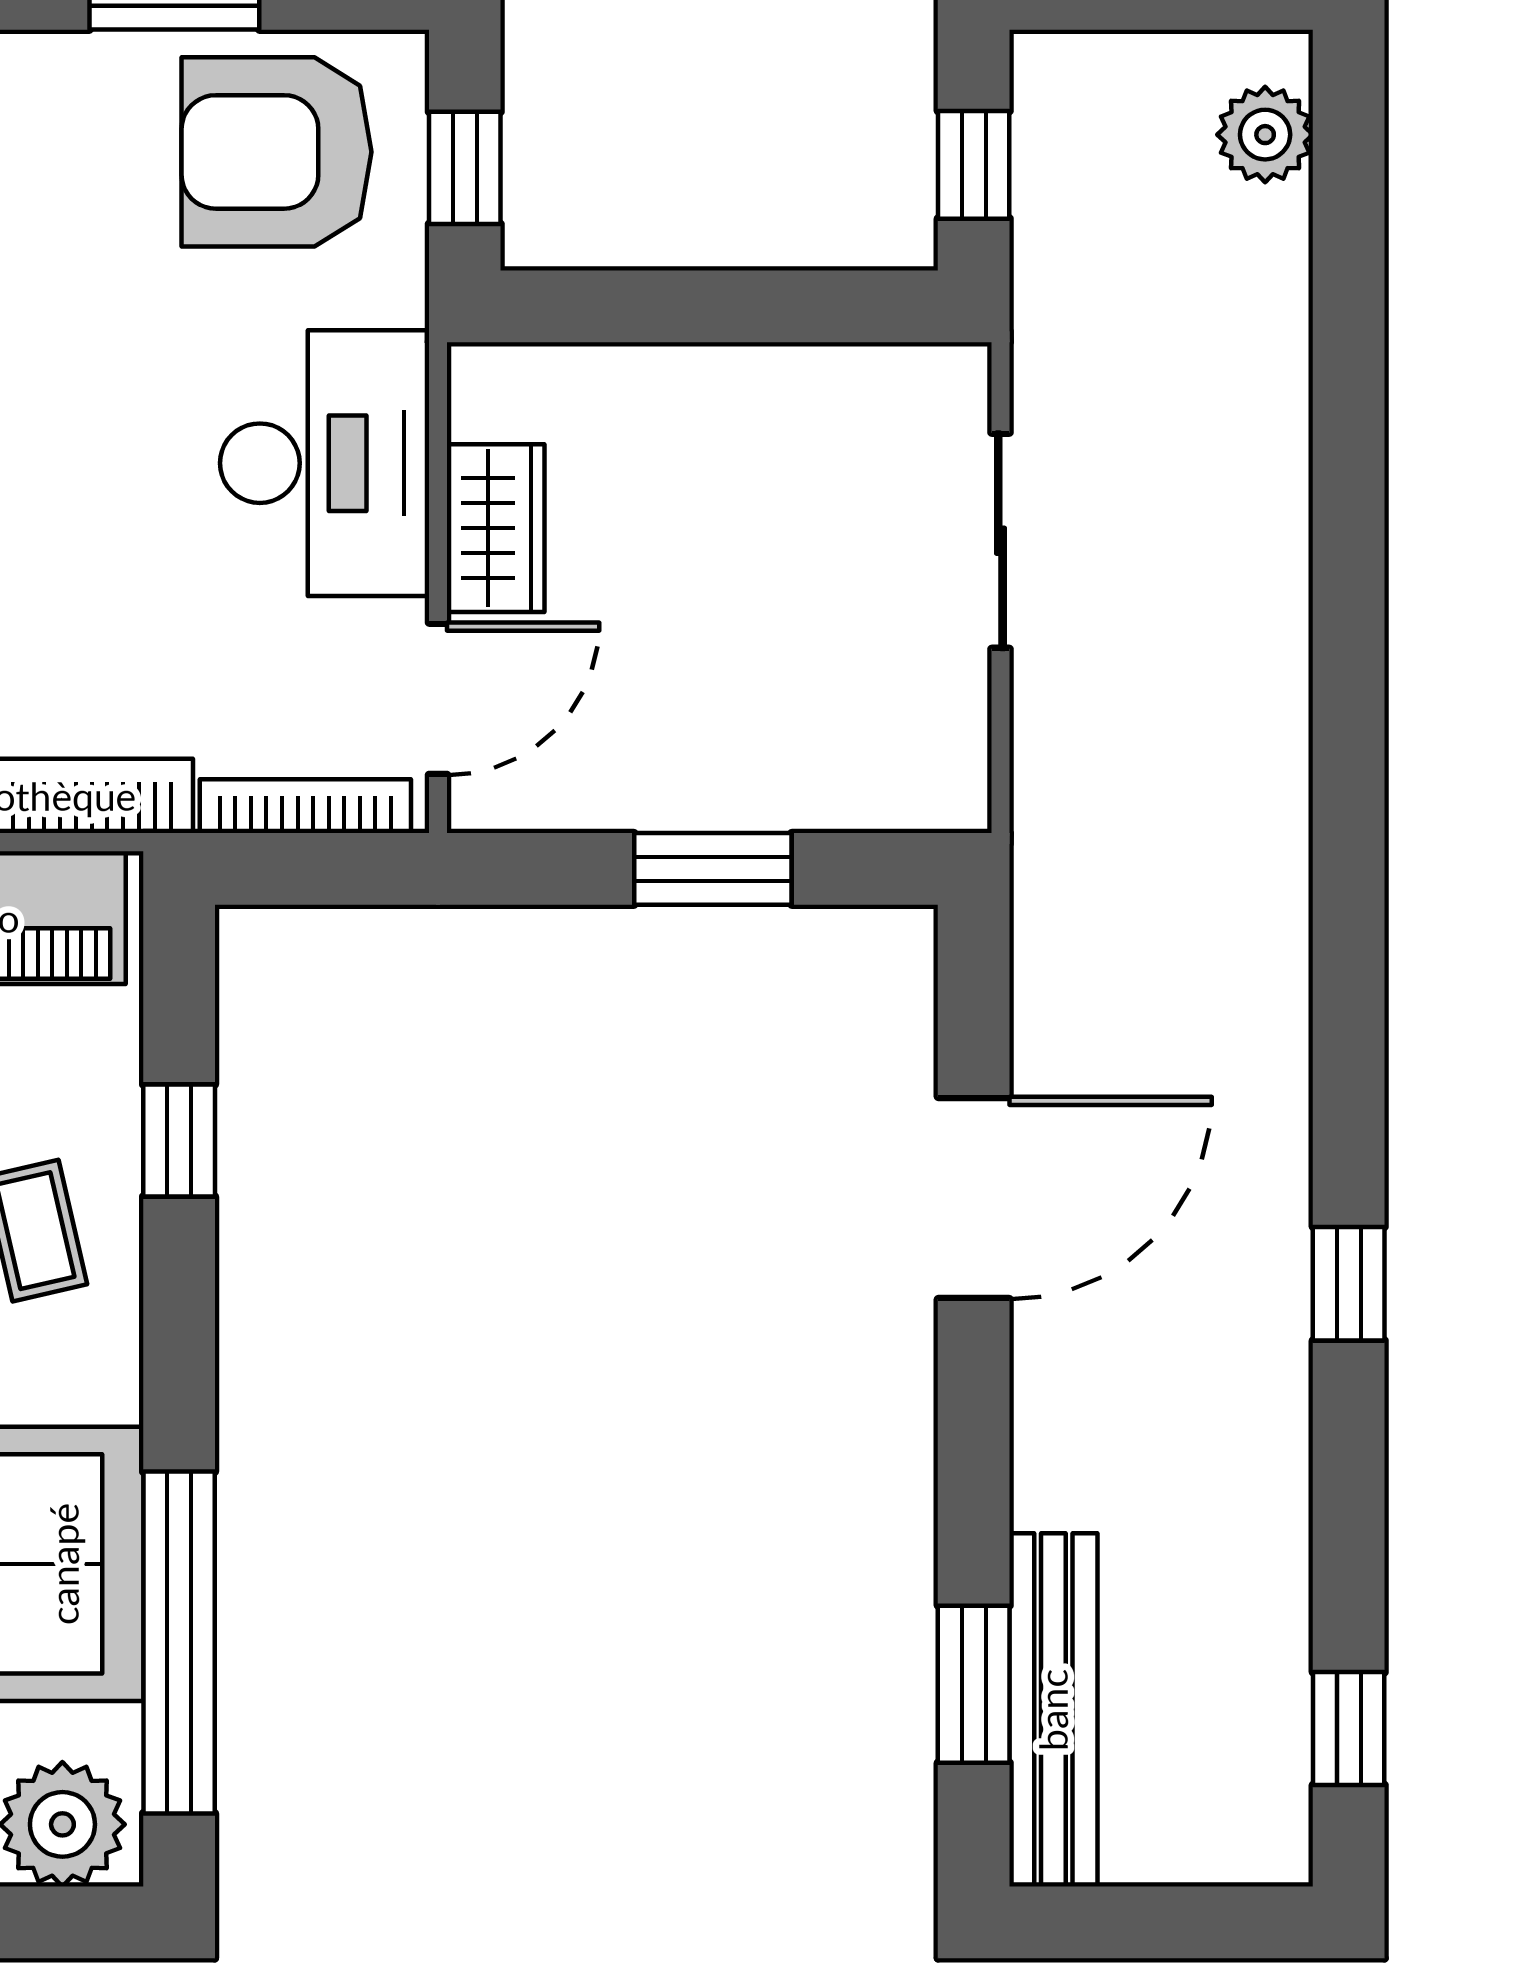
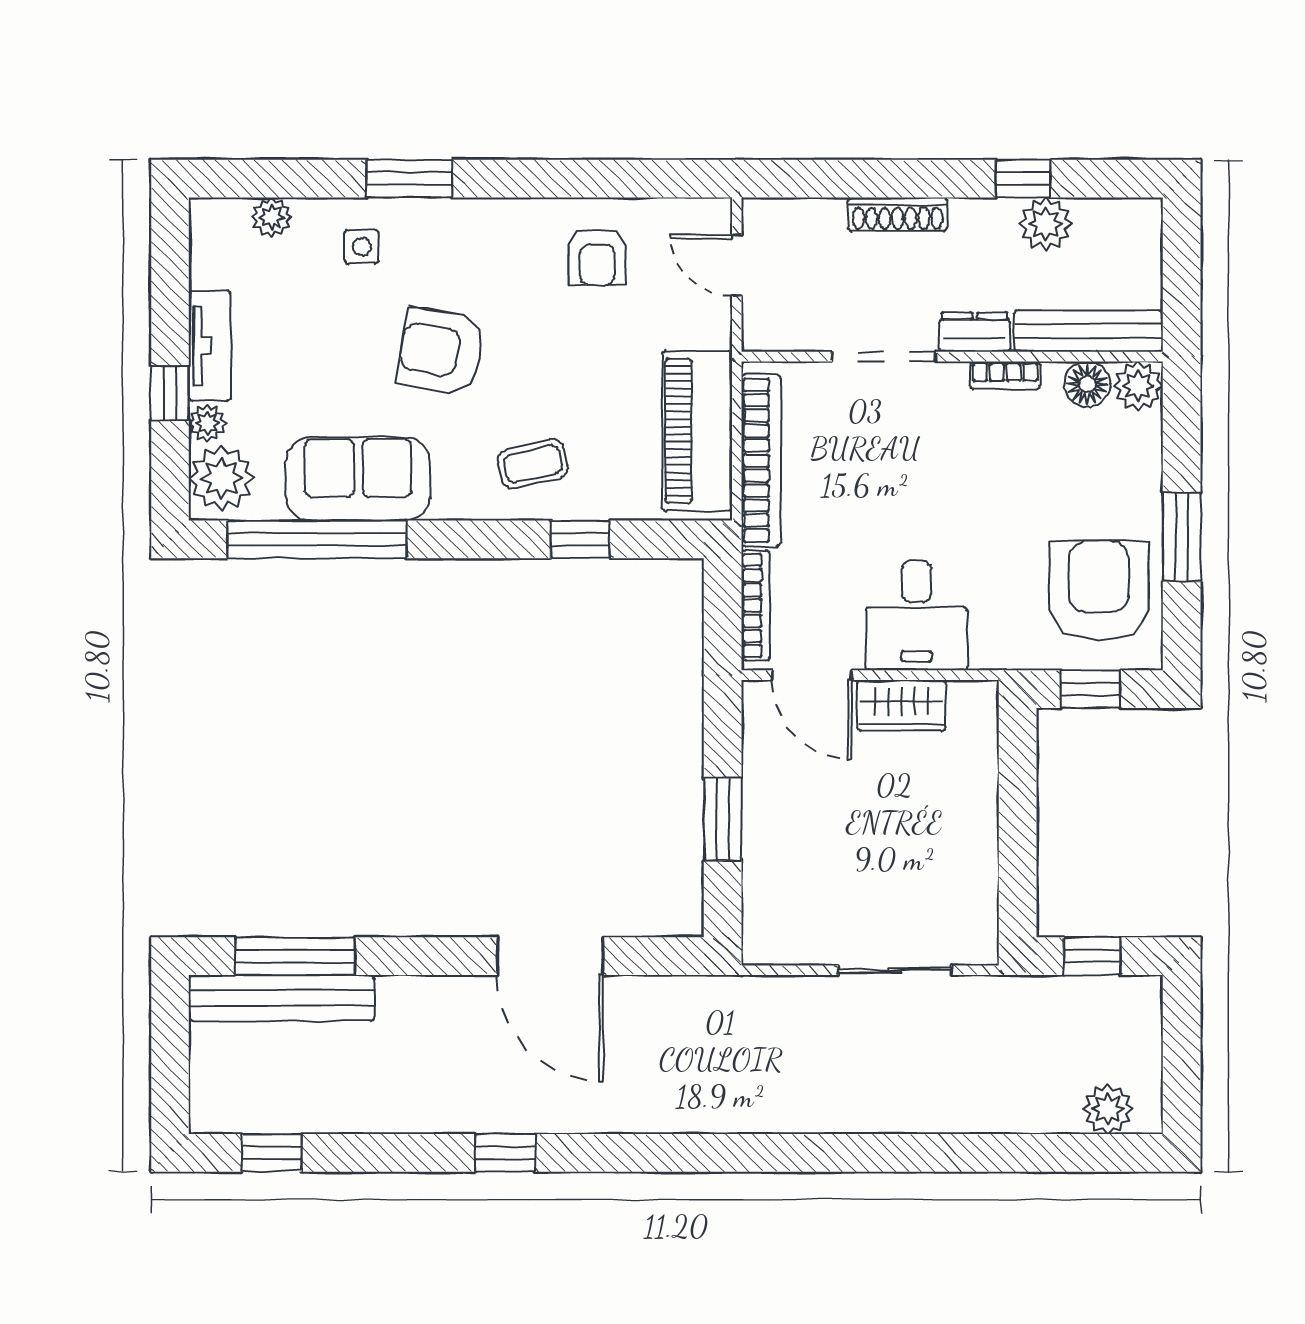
desk: (325, 463) -> (917, 616), width x0.73
window: (974, 1684) -> (295, 956), width x1.44

